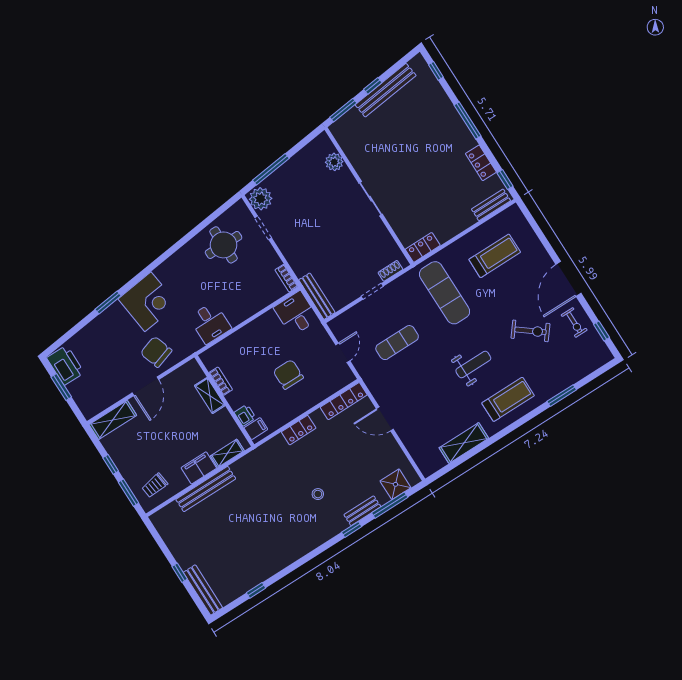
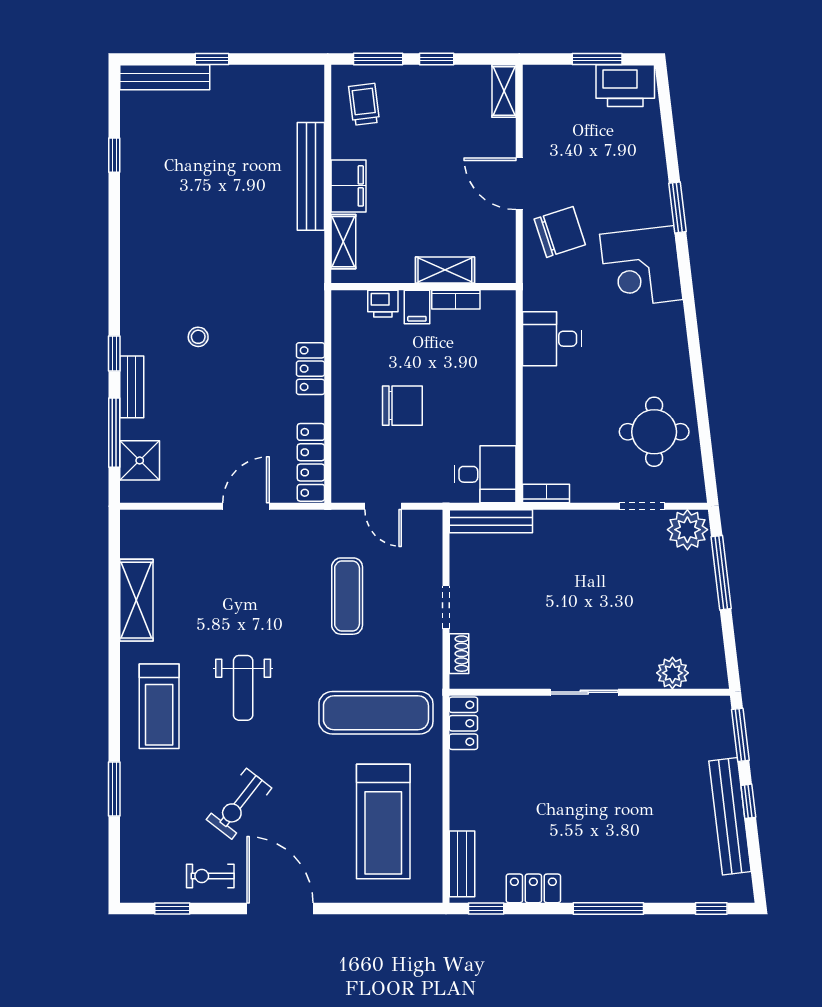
treadmill: (495, 256) -> (383, 821), width x1.37, depth x1.38
shelving: (113, 420) -> (504, 91), width x0.67, depth x0.75
filing cabinet: (256, 429) -> (417, 307), moved

